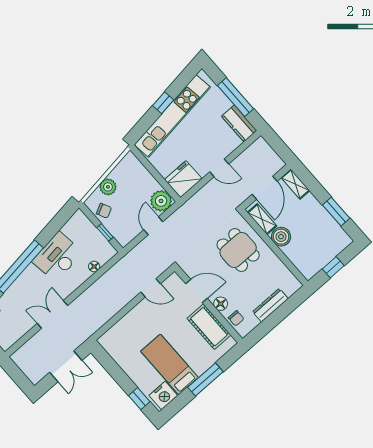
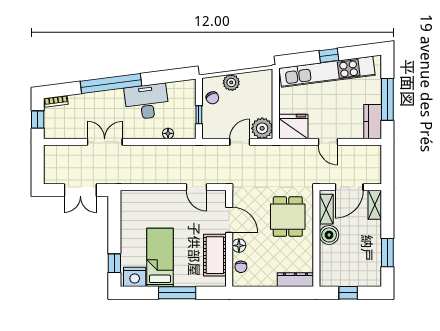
dresser: (270, 305) -> (295, 280), moved

